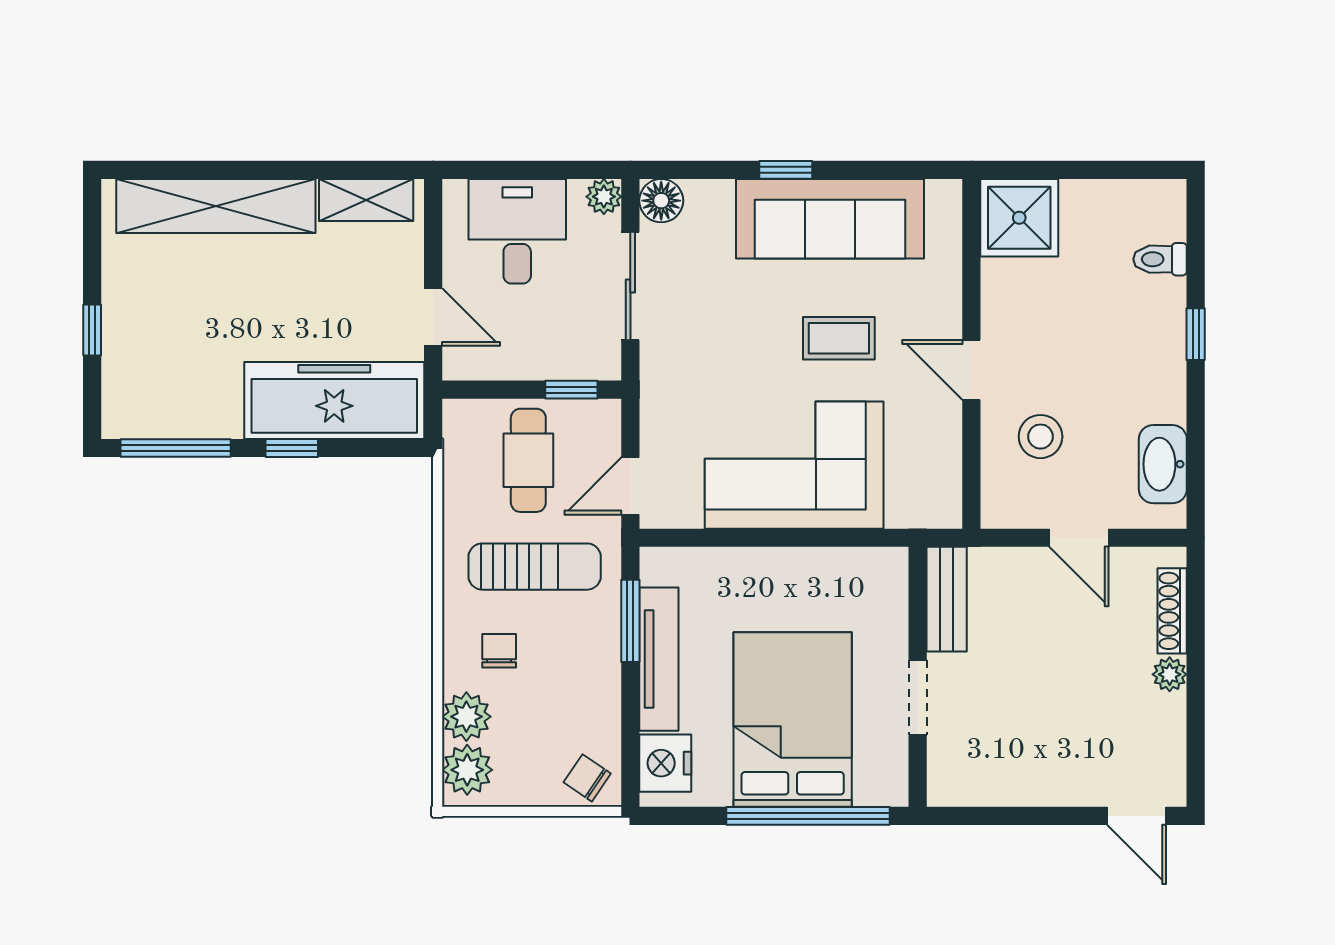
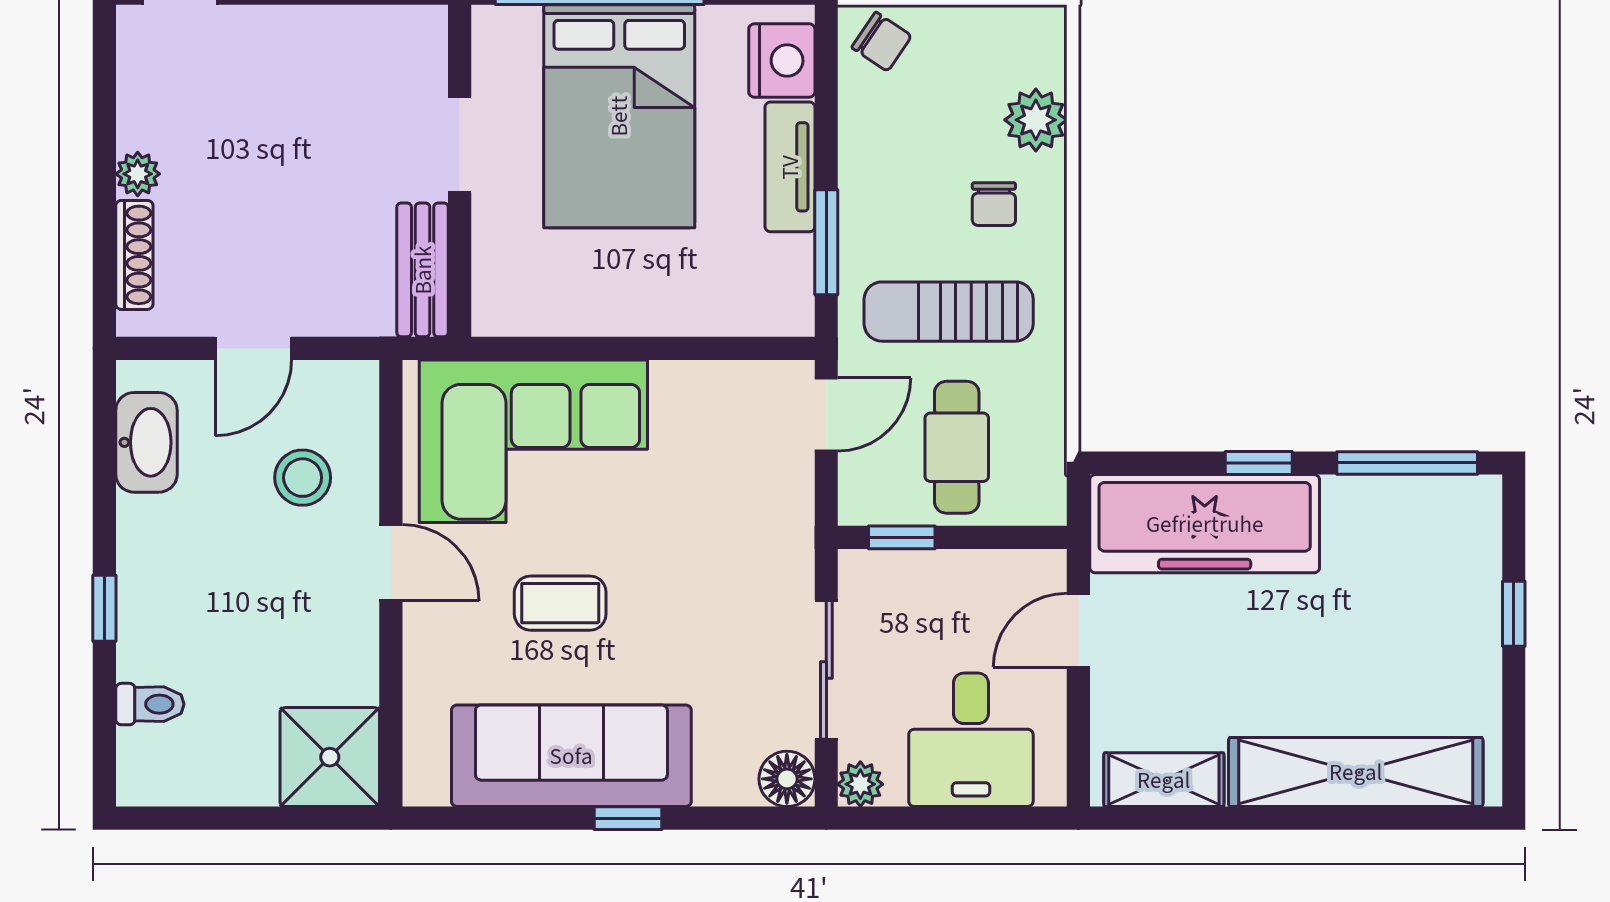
door: (433, 317) -> (1078, 630), hinge flipped
corner sofa: (794, 465) -> (533, 441), moved
door: (1079, 538) -> (253, 348), swing flipped
tv unit: (659, 659) -> (790, 167), width x0.71
plant: (467, 770) -> (1035, 52), removed

